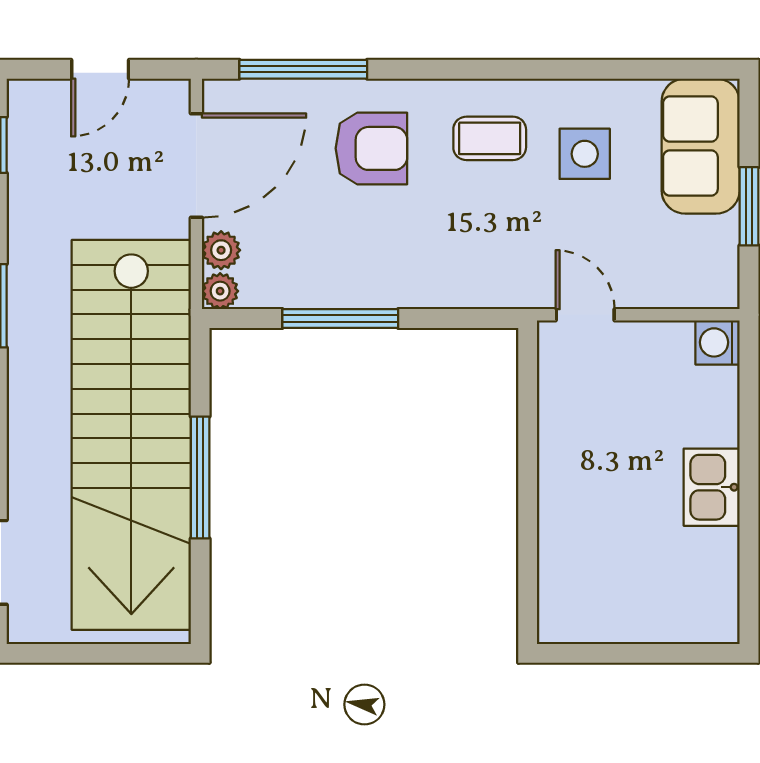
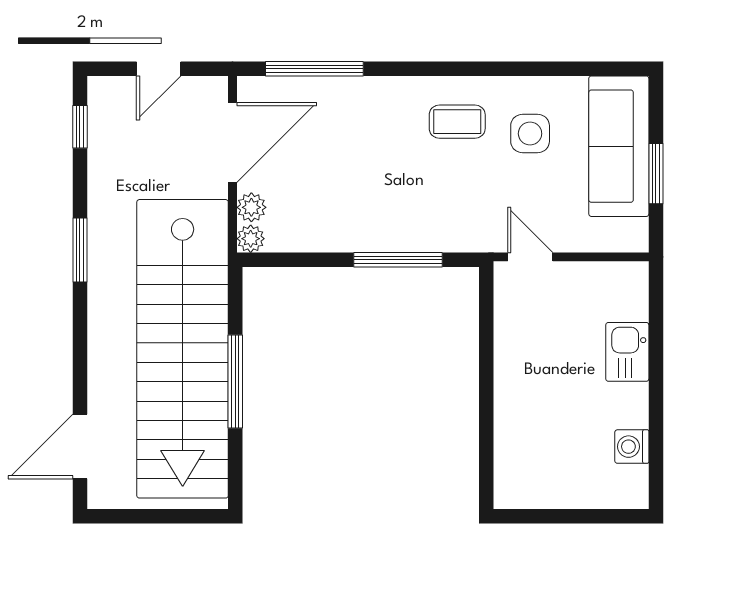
sofa: (701, 146) -> (619, 146), width x1.36
armchair: (371, 148) -> (367, 129), removed
window: (340, 319) -> (398, 260), moved
washing machine: (718, 342) -> (632, 447), moved
kitchen sink: (712, 487) -> (627, 352), moved

